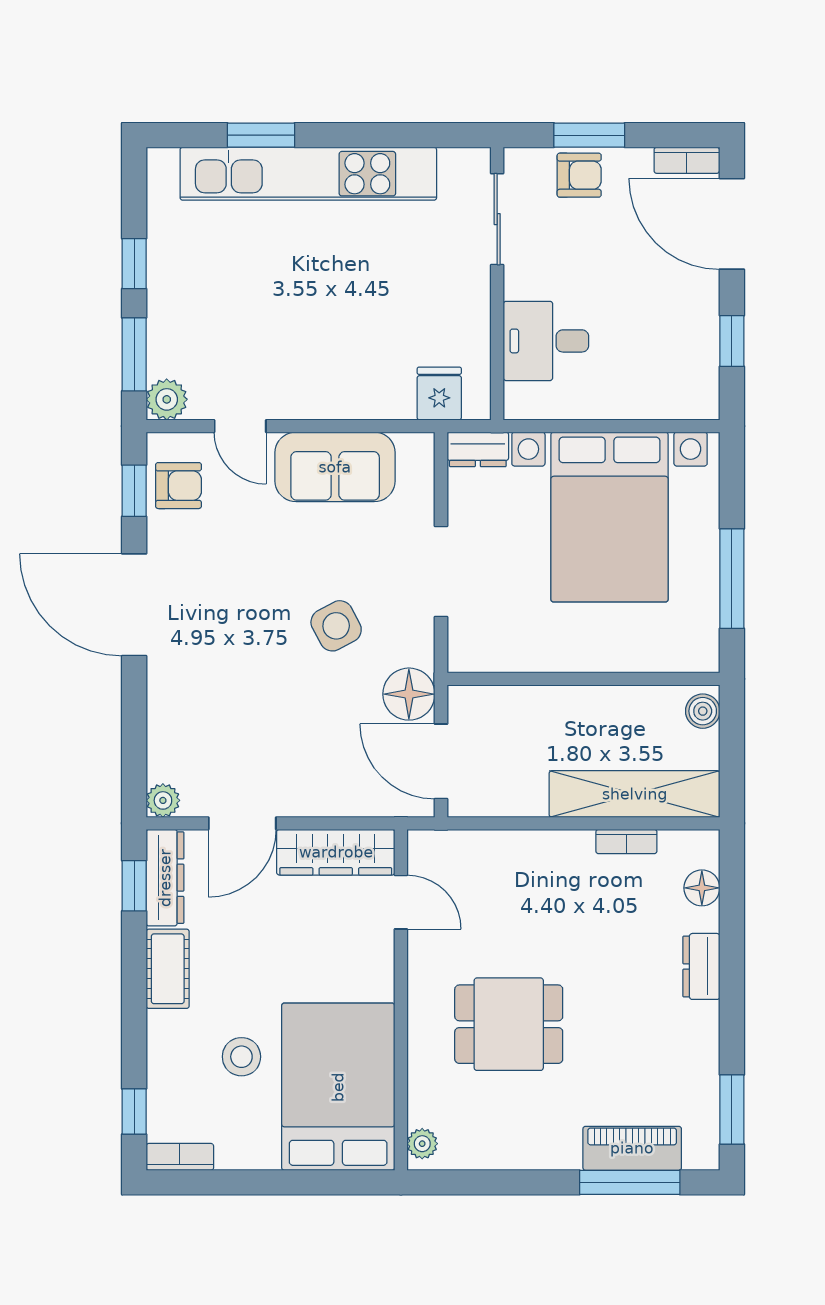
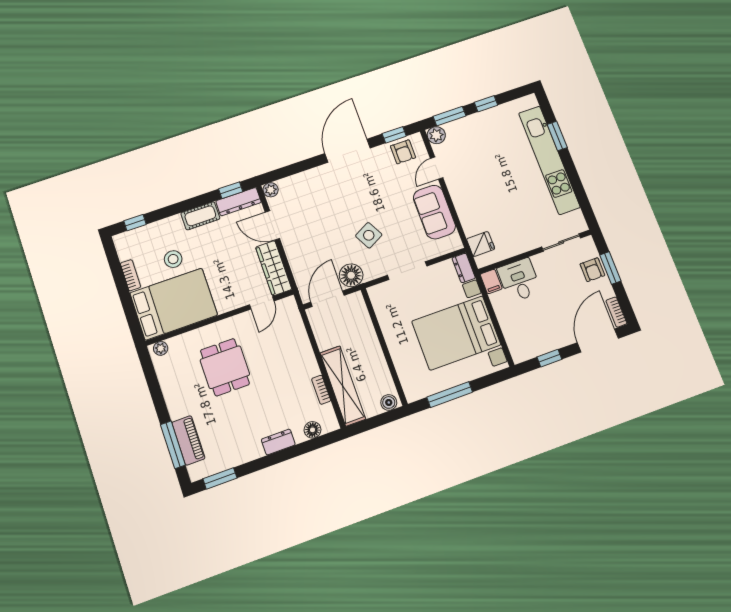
filing cabinet: (527, 402) -> (491, 281), added
bookcase: (180, 1157) -> (130, 275), moved

